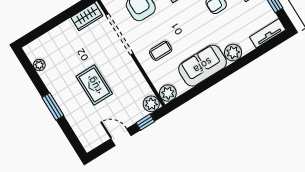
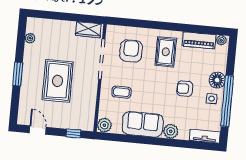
rug: (94, 85) -> (58, 81), width x1.36, depth x1.43
plant: (151, 104) -> (87, 124), removed
door: (121, 137) -> (38, 130), moved

